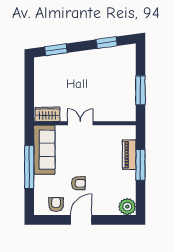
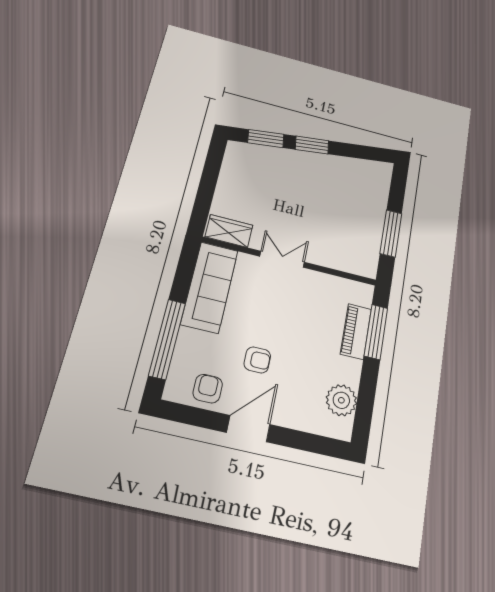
window: (107, 43) -> (312, 145), moved
window: (140, 165) -> (376, 332), moved
window: (29, 167) -> (167, 339), moved
plant: (127, 207) -> (341, 400), moved

